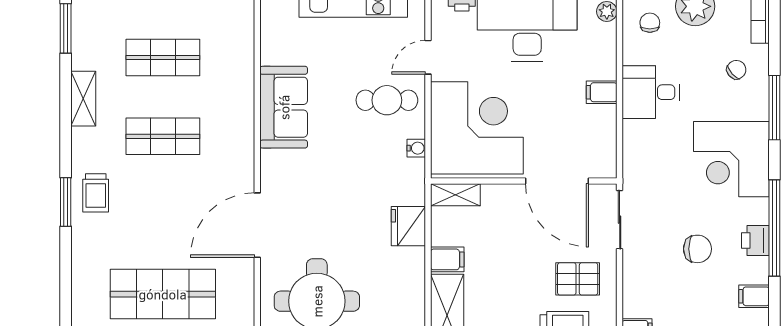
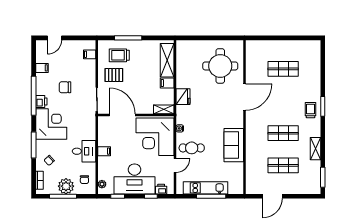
printer: (755, 240) -> (41, 102), moved
shop shelf: (163, 294) -> (283, 69), width x0.70, depth x0.74

